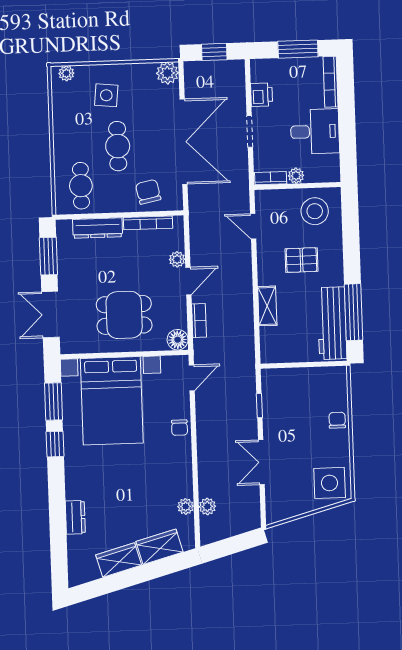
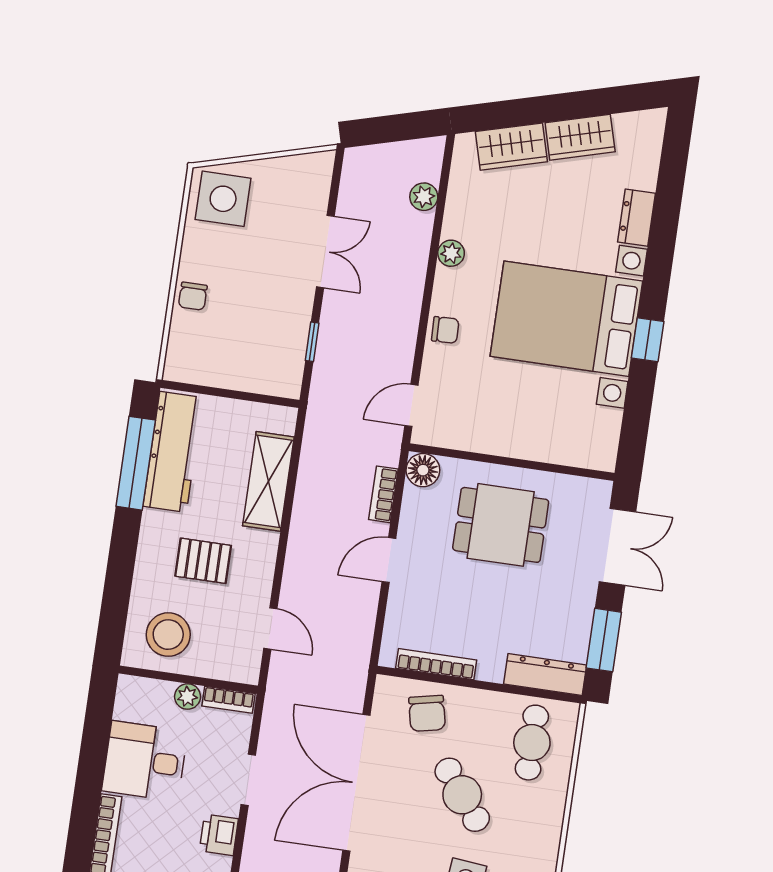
cafe table: (118, 146) -> (462, 795), turned -38
dresser: (98, 228) -> (545, 674), moved
plant: (177, 259) -> (401, 598), removed
shelving: (267, 306) -> (268, 481), width x1.50, depth x1.33
window: (54, 401) -> (638, 408), removed
bed with nightstands: (112, 401) -> (566, 319), moved, turned -90
chair: (180, 428) -> (445, 330), turned 88
plant: (186, 506) -> (451, 253), moved

